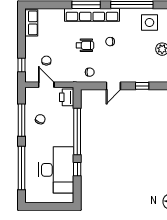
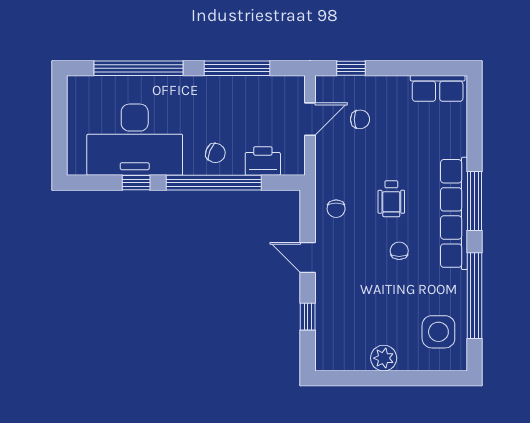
printer: (67, 97) -> (263, 161), moved
chair: (40, 119) -> (215, 153), moved

